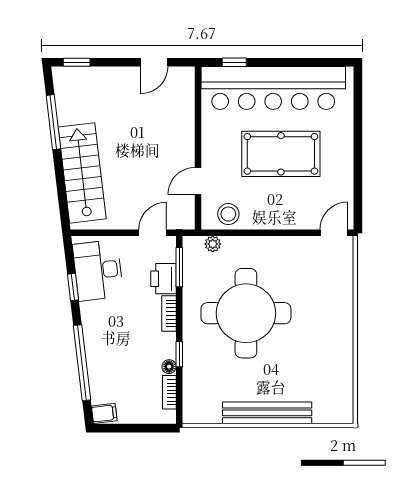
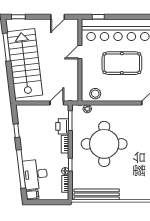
stairs: (82, 173) -> (25, 63), width x1.36, depth x1.51
door: (198, 181) -> (80, 52), moved
desk: (98, 270) -> (35, 174), moved
bench: (267, 413) -> (97, 194), moved

